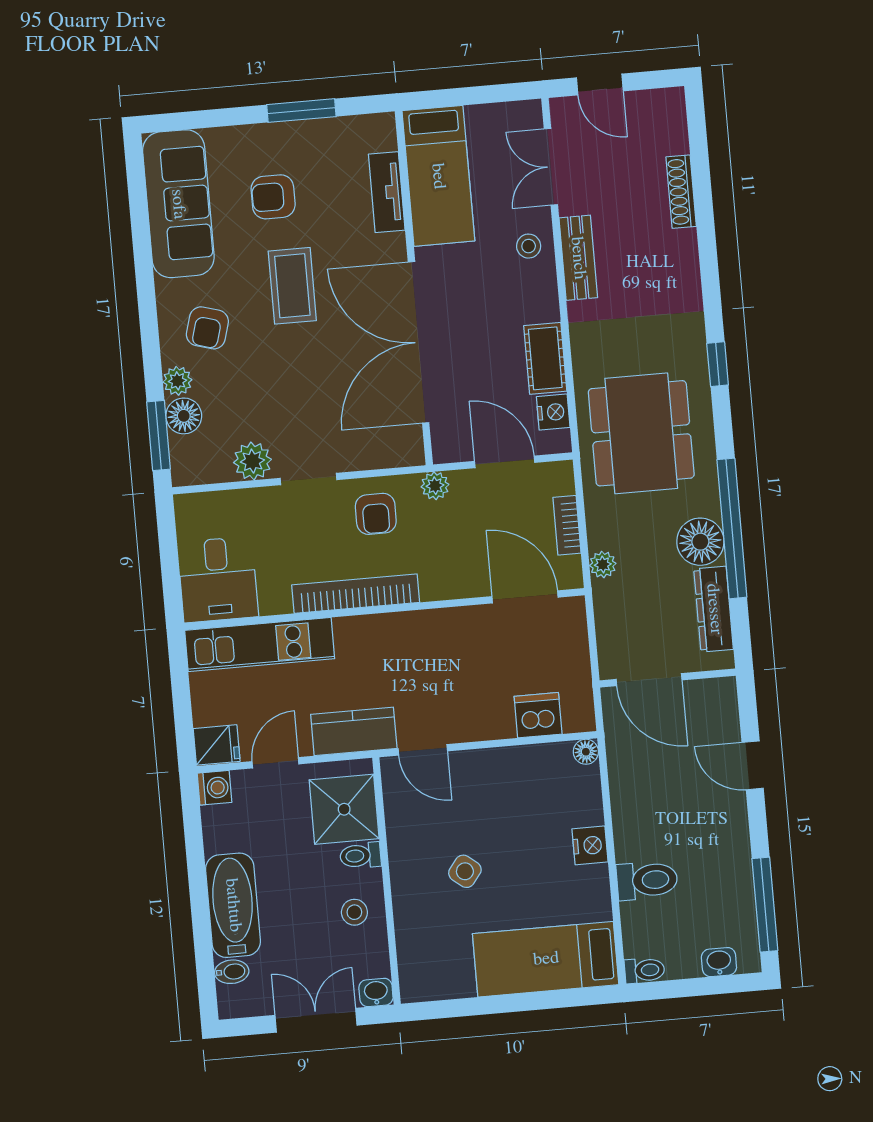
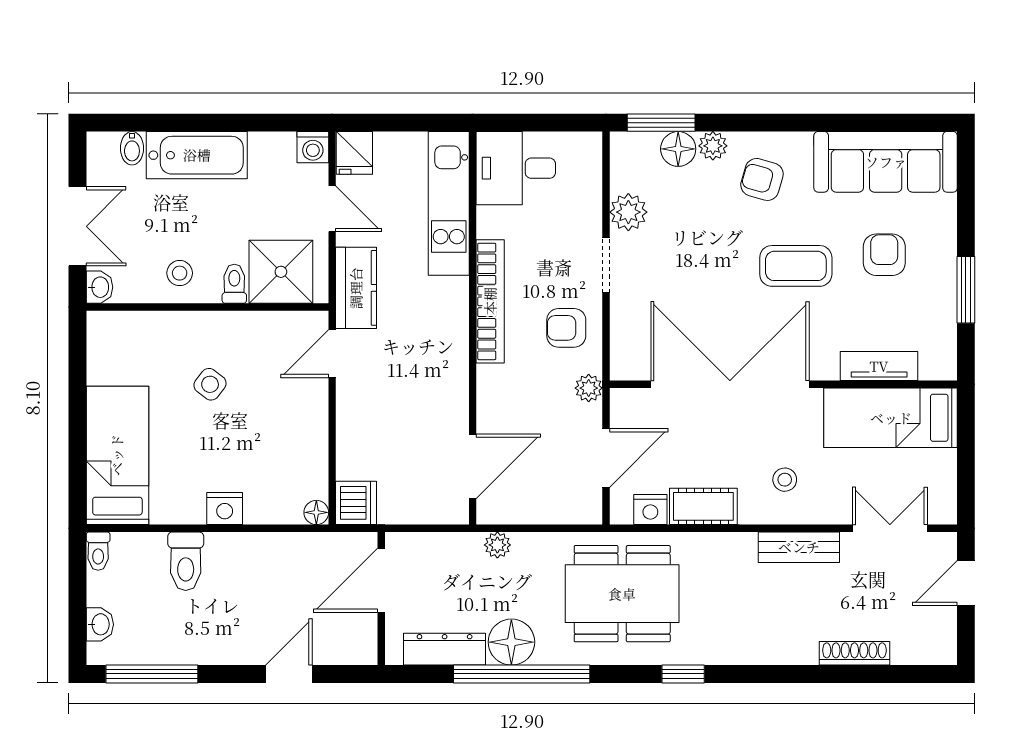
stool: (529, 246) -> (785, 480), moved
bookcase: (567, 525) -> (539, 513), removed
dishwasher: (538, 715) -> (356, 503), moved

